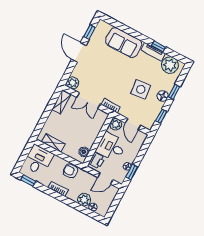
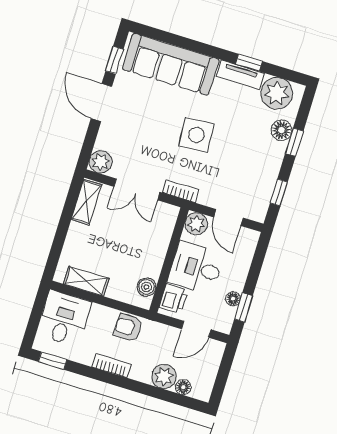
sofa: (124, 43) -> (171, 64), width x1.36
side table: (141, 89) -> (197, 135), moved
floor lamp: (163, 96) -> (281, 130), moved

